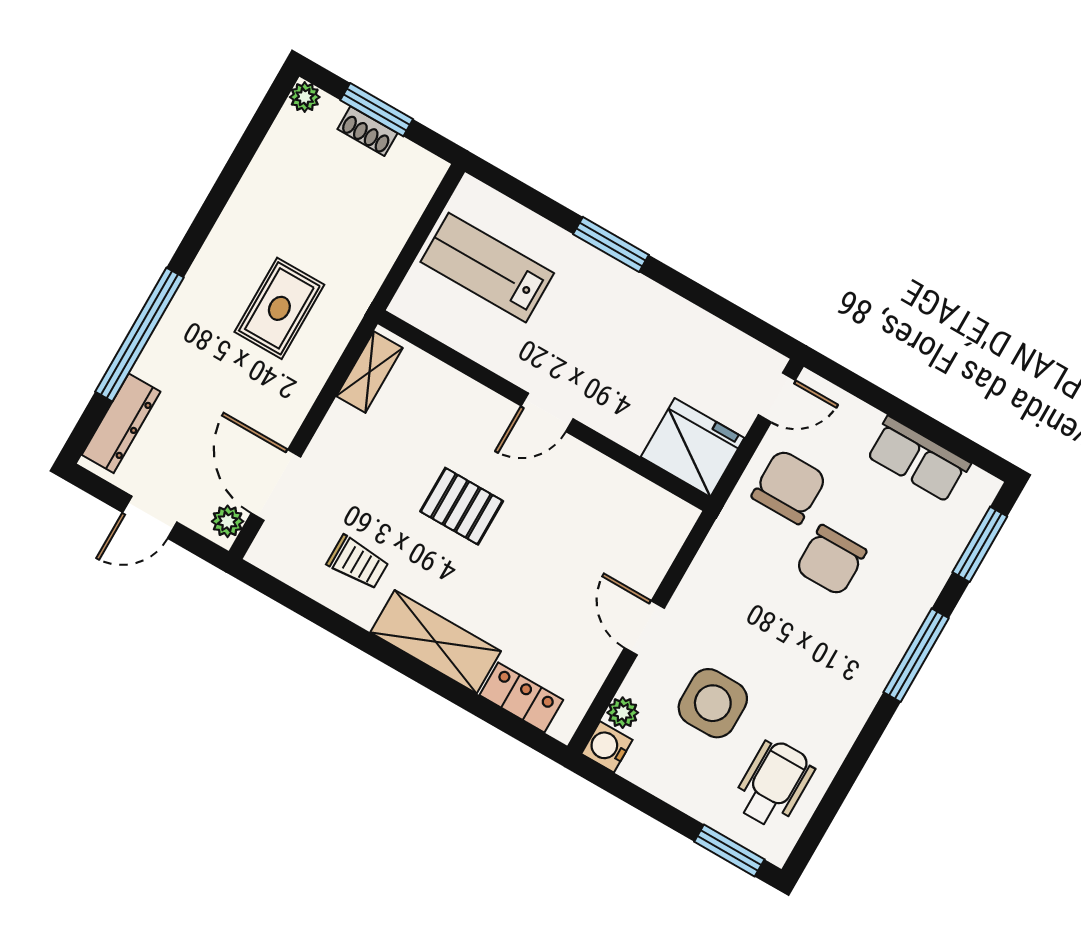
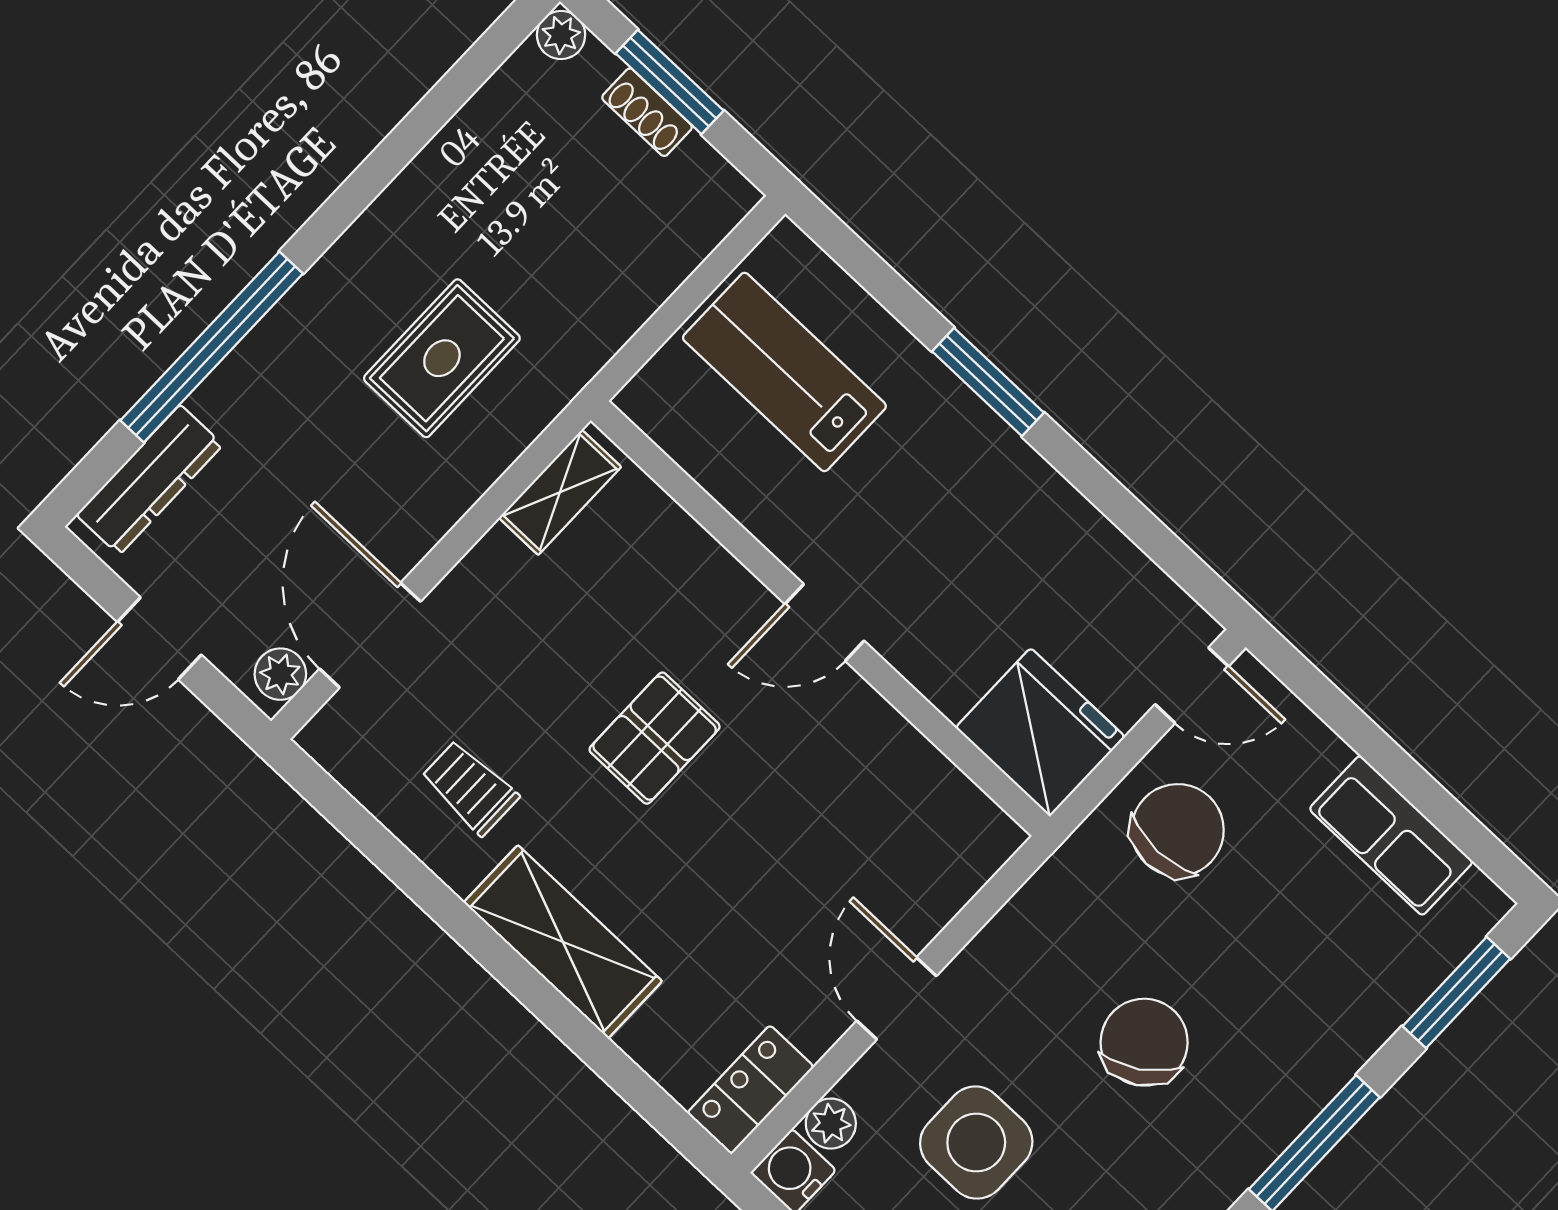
pallet: (462, 506) -> (655, 738), turned 90
chair: (831, 560) -> (1144, 1042), moved, turned 147
trolley: (358, 562) -> (470, 788), turned 180
locker: (521, 698) -> (751, 1090), moved, turned -90

